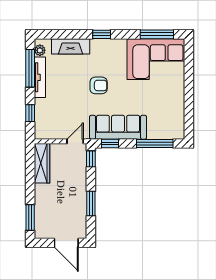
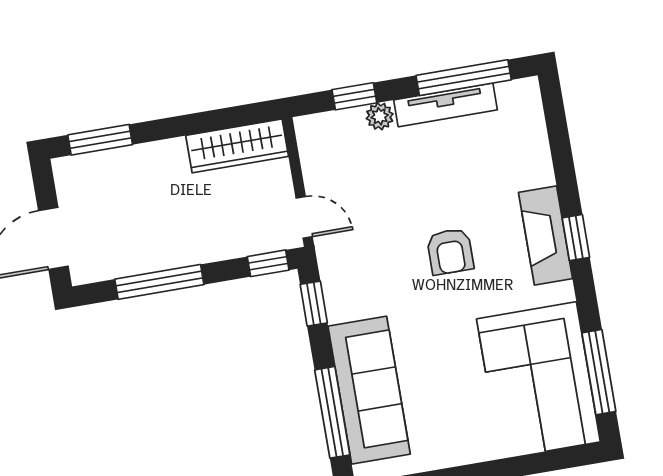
fireplace: (71, 46) -> (545, 235), moved
plant: (40, 50) -> (380, 116), moved
sofa: (118, 127) -> (369, 390), moved
window: (91, 204) -> (159, 282), width x1.44

